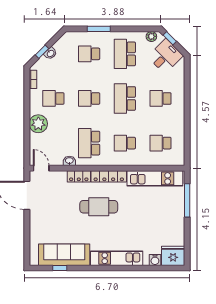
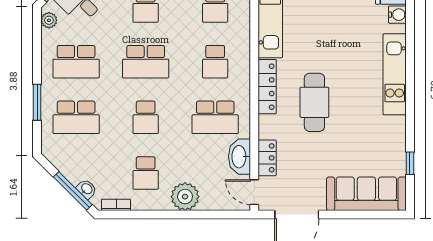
window: (42, 52) -> (73, 191), width x2.17
washbasin: (50, 53) -> (87, 189), moved
school desk: (89, 54) -> (76, 117), width x1.85
washbasin: (69, 161) -> (240, 157), width x1.91, depth x1.45
door: (41, 168) -> (254, 192), hinge flipped
locker: (79, 176) -> (267, 158), moved
sofa: (64, 255) -> (366, 194), moved, turned 90

